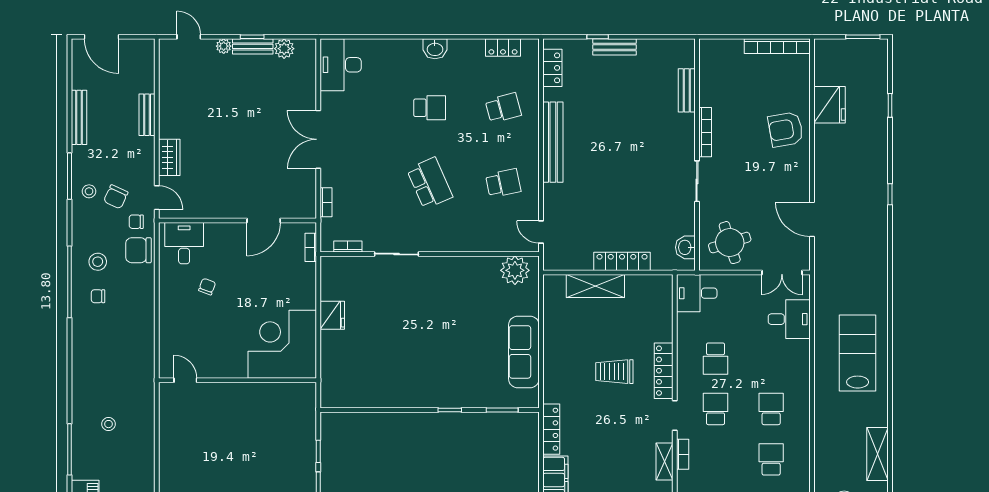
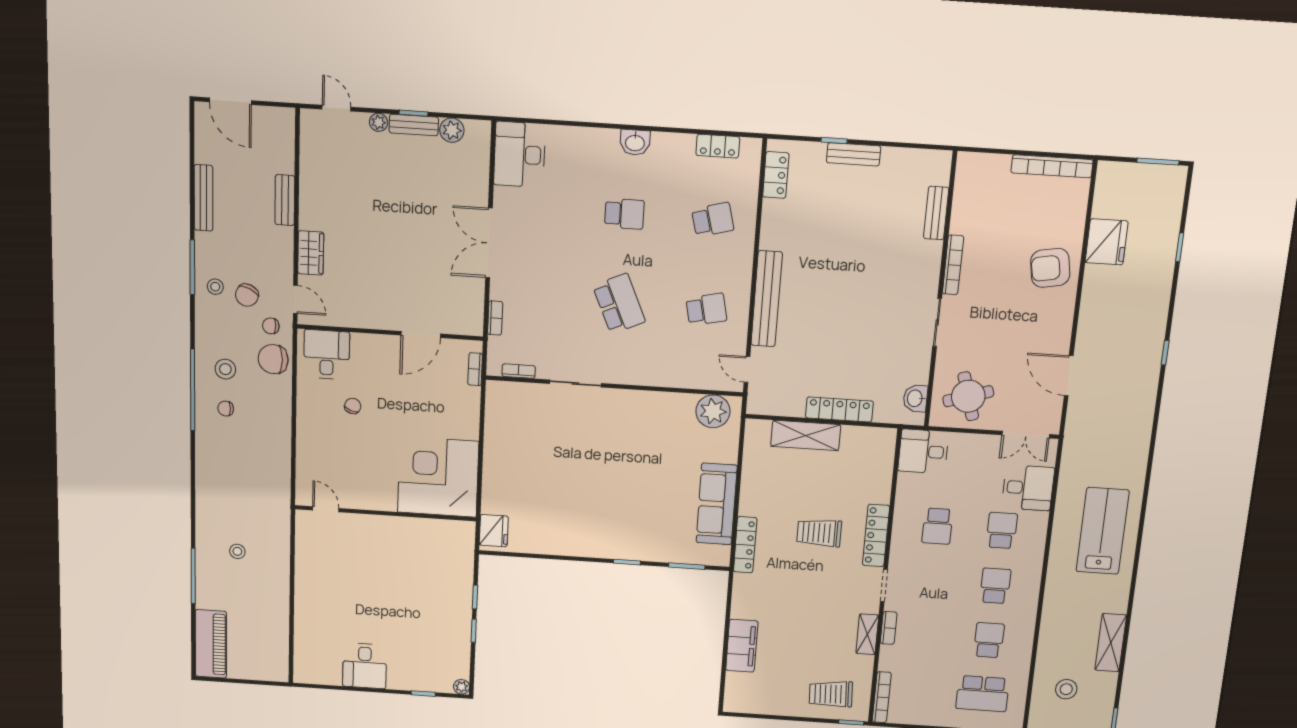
bench: (553, 142) -> (767, 299), moved
fridge: (332, 315) -> (494, 531), moved
school desk: (716, 409) -> (1002, 530), moved
locker: (551, 429) -> (745, 545), moved

